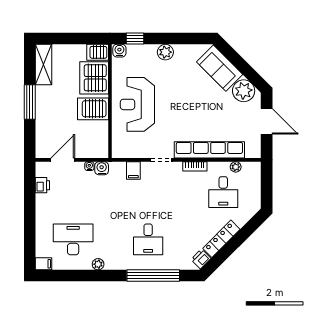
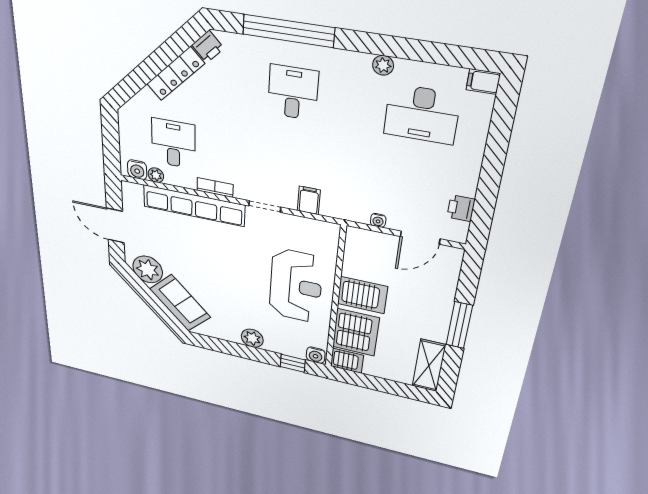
water cooler: (102, 168) -> (137, 170), moved

